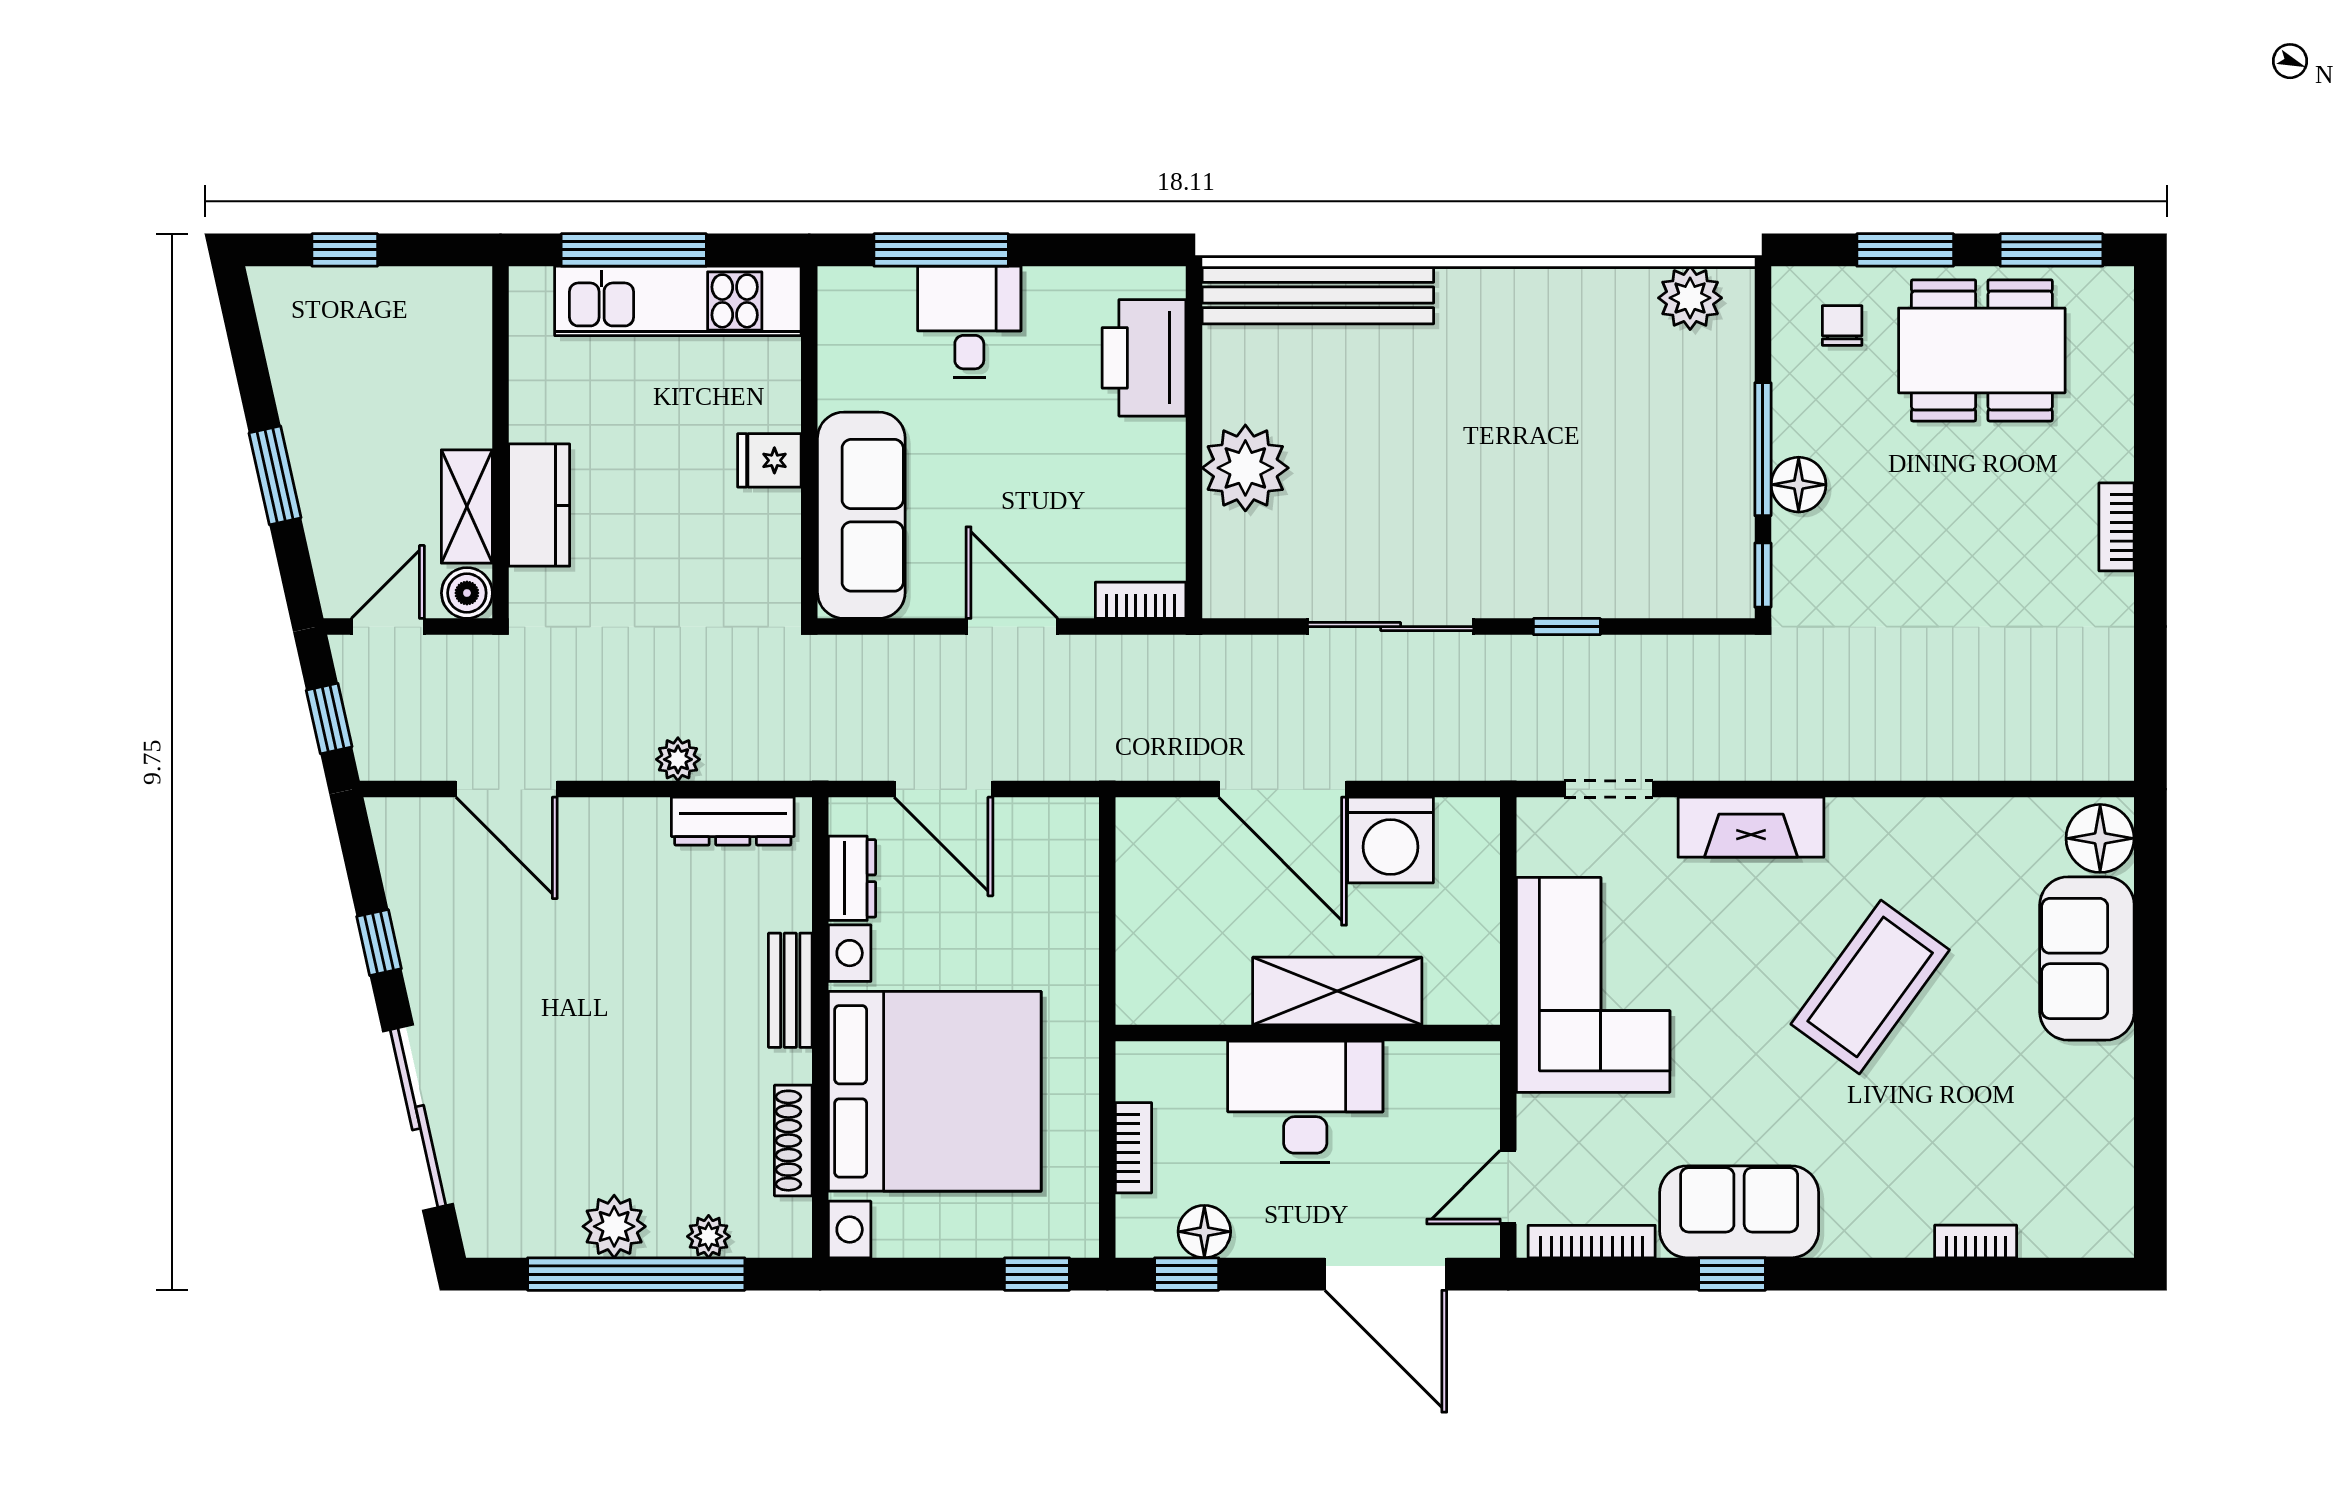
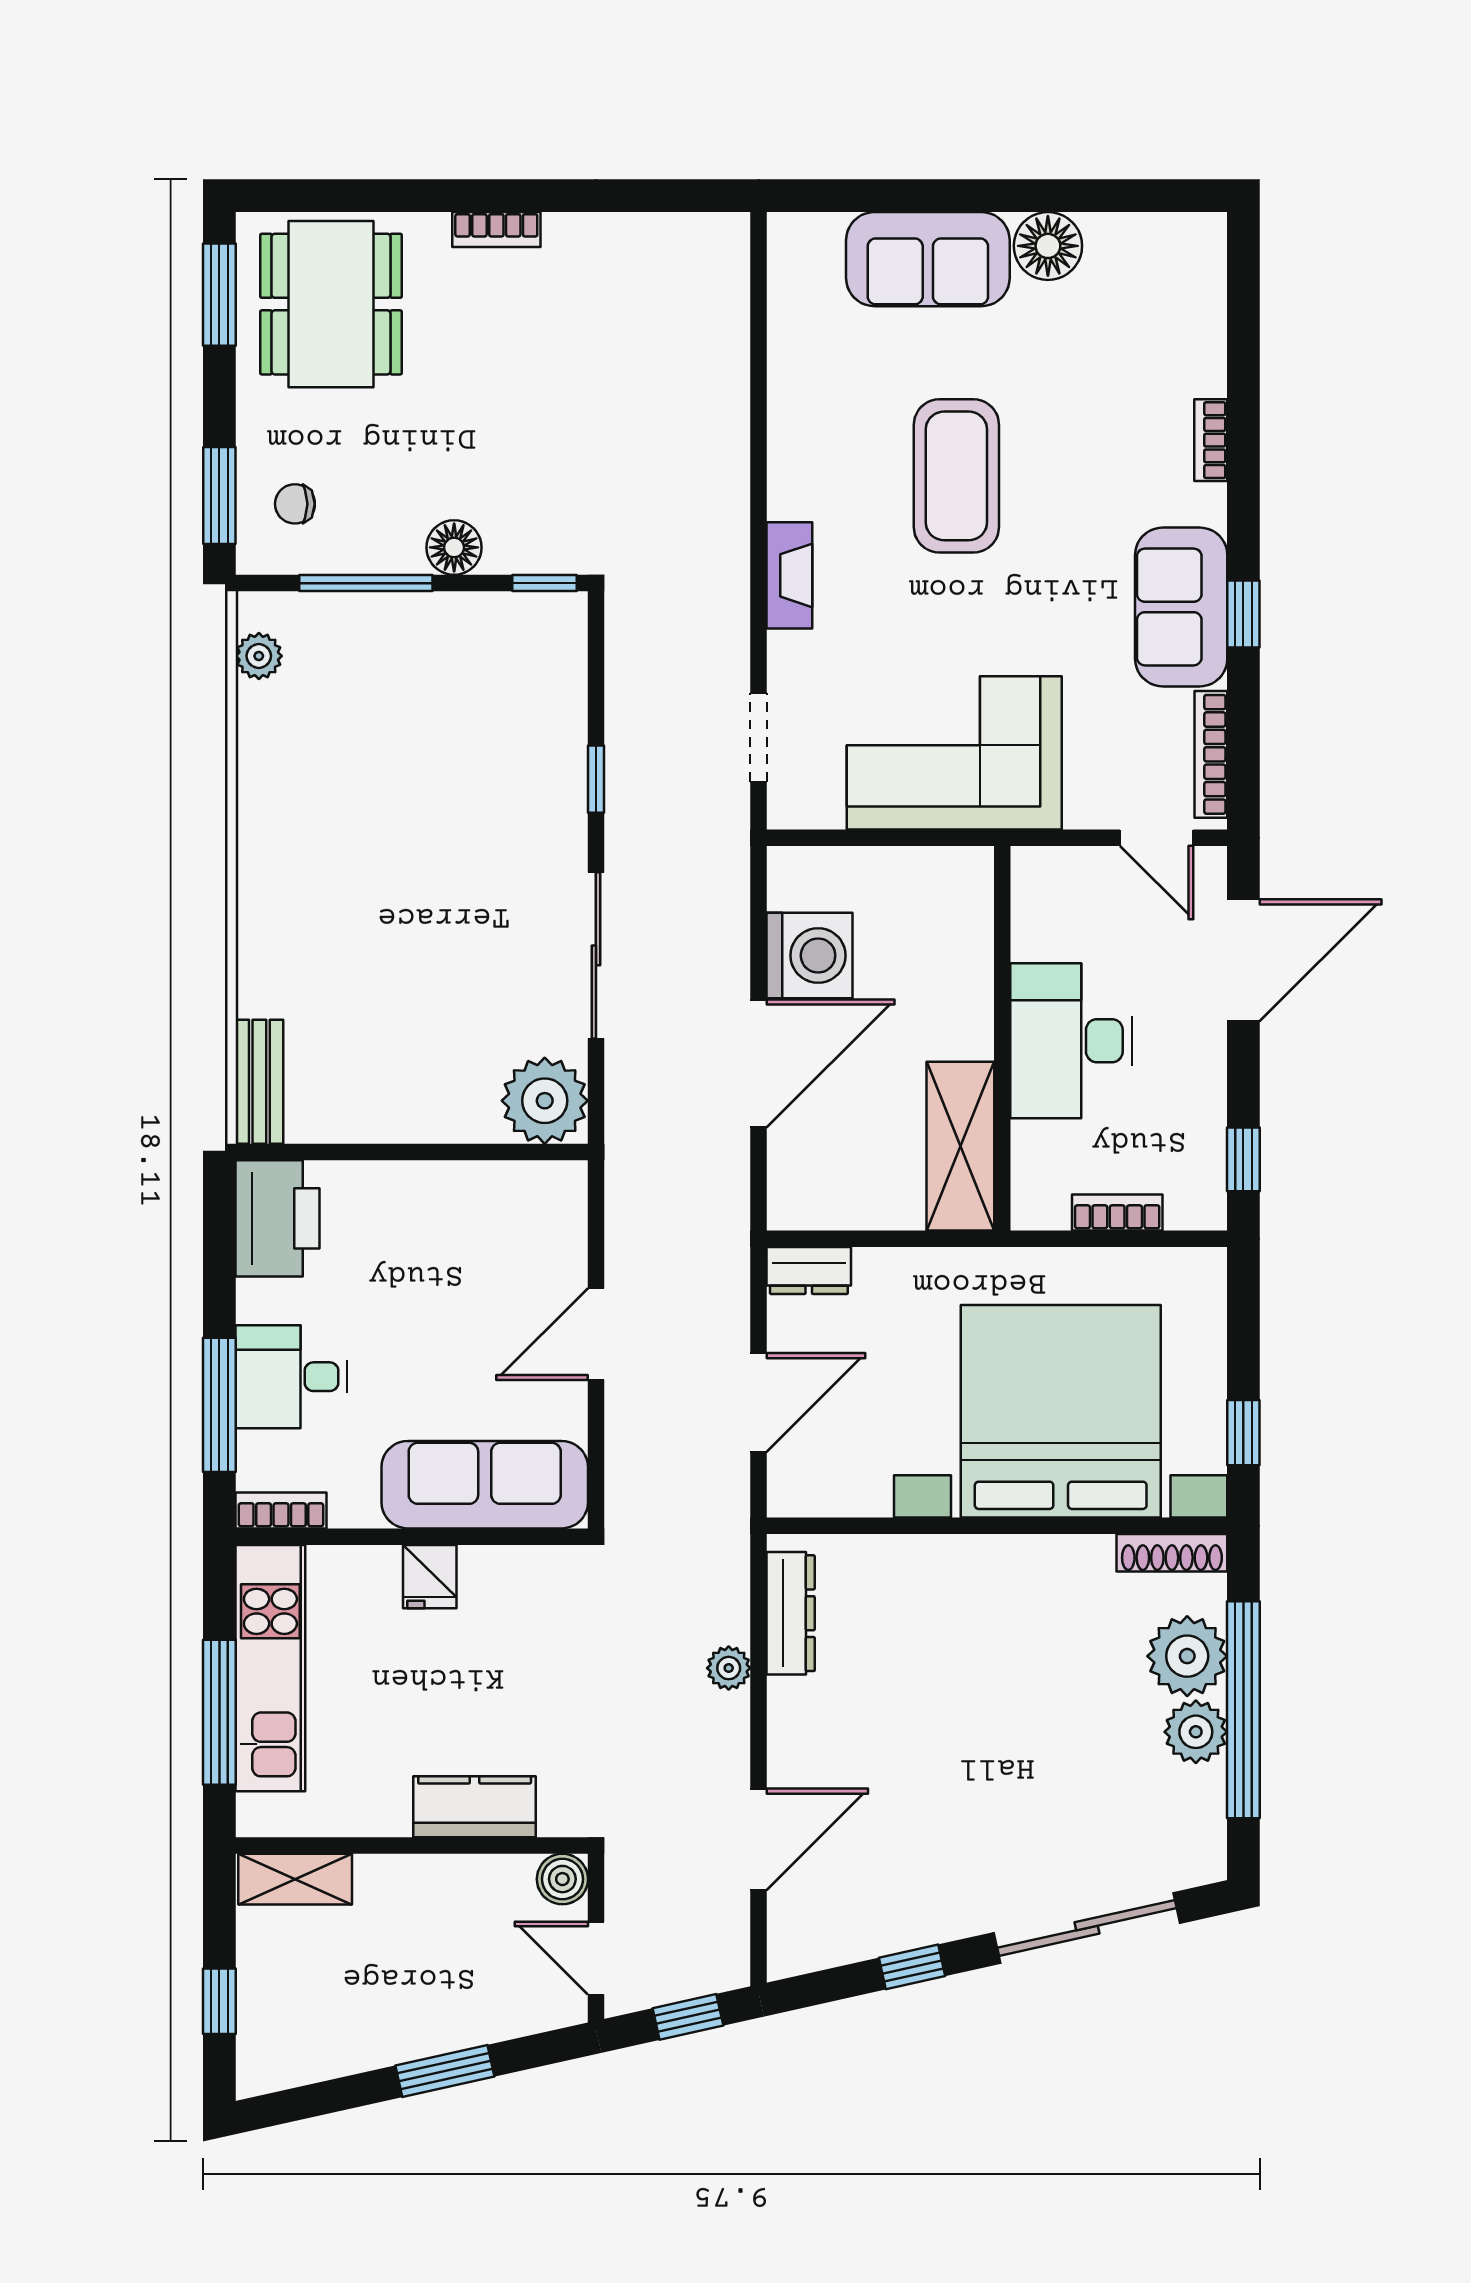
window: (1905, 250) -> (219, 496), moved
bench: (1318, 295) -> (259, 1082), width x0.54, depth x0.82
plant: (1690, 298) -> (259, 656), width x0.73, depth x0.73
dining table: (1982, 350) -> (331, 304), moved
printer: (1144, 358) -> (278, 1218), moved, turned -90
window: (1763, 449) -> (366, 583), moved
plant: (1245, 468) -> (545, 1101), moved
shelving: (467, 507) -> (295, 1879), moved
bookcase: (1141, 600) -> (281, 1510), moved, turned 90
fireplace: (1751, 827) -> (789, 575), width x0.73, depth x0.76
floor lamp: (2100, 838) -> (1048, 246), moved
dresser: (852, 878) -> (809, 1270), moved, turned 180
coffee table: (1870, 987) -> (956, 476), turned 54
bench: (790, 990) -> (960, 1556), removed
shelving: (1337, 991) -> (960, 1146), moved
shoe rack: (793, 1141) -> (1172, 1553), moved
floor lamp: (1204, 1232) -> (1201, 1142), removed
plant: (709, 1236) -> (1187, 1656), width x1.87, depth x1.87
bookcase: (1976, 1241) -> (1211, 440), moved
window: (1037, 1274) -> (1243, 1433), moved

